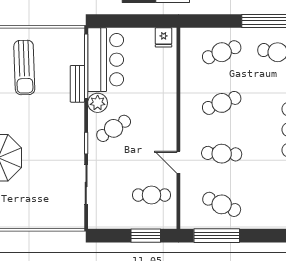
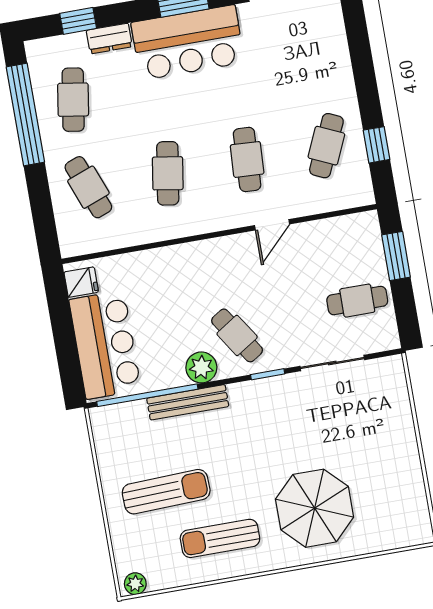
bar counter: (106, 60) -> (105, 345), moved, turned 90
bench: (77, 84) -> (188, 402), width x1.36
cafe table: (222, 103) -> (168, 173), turned 30
cafe table: (151, 195) -> (357, 301), moved, turned 90
window: (217, 236) -> (377, 145), width x0.46

